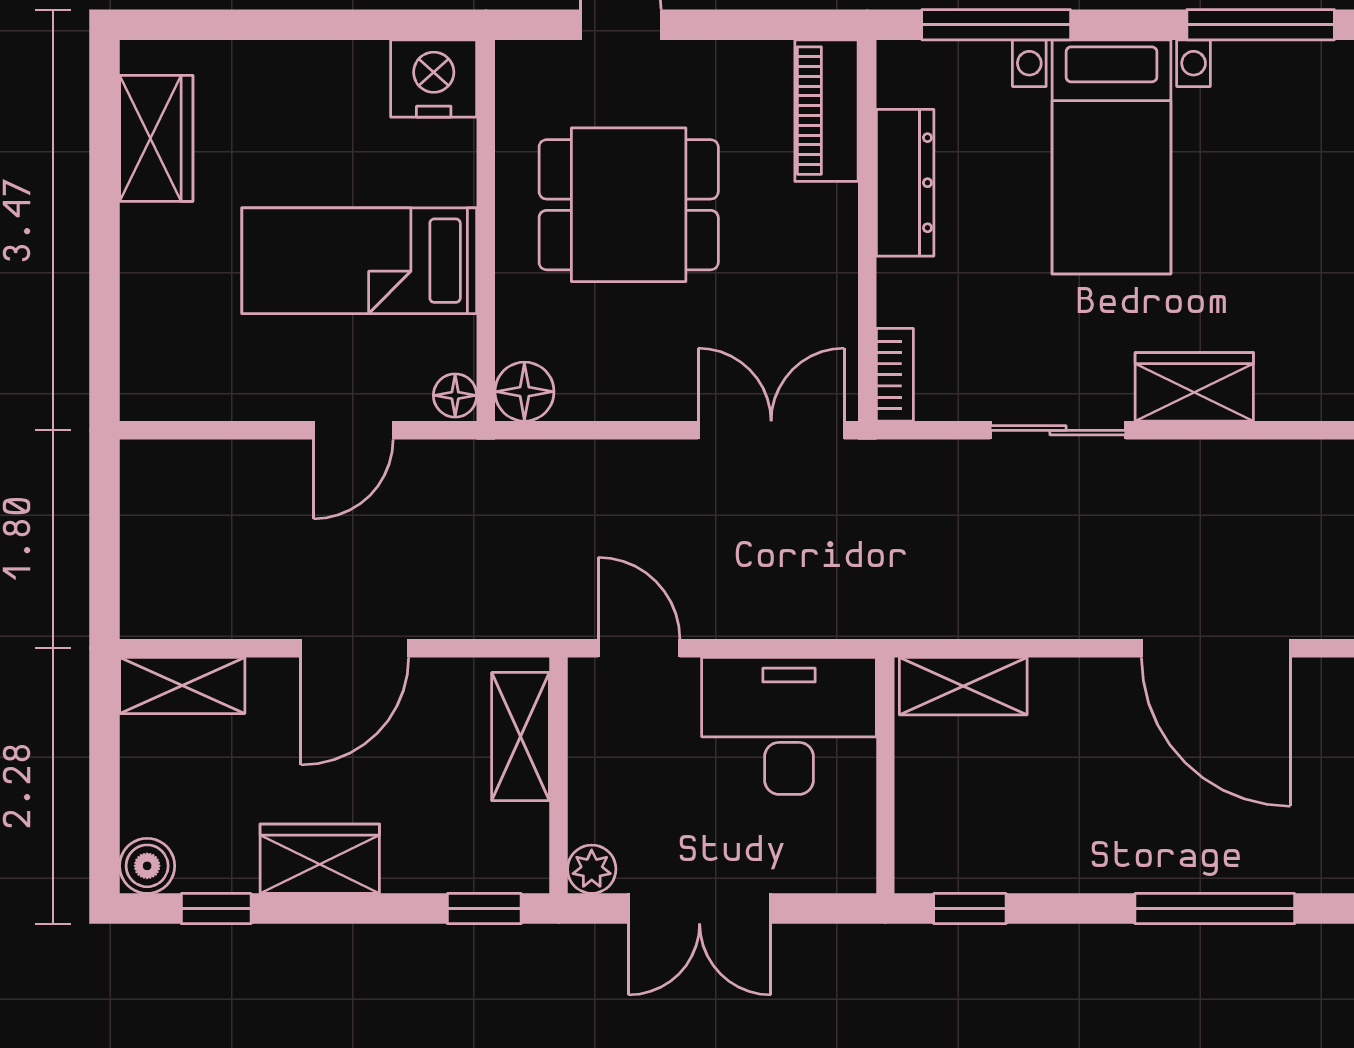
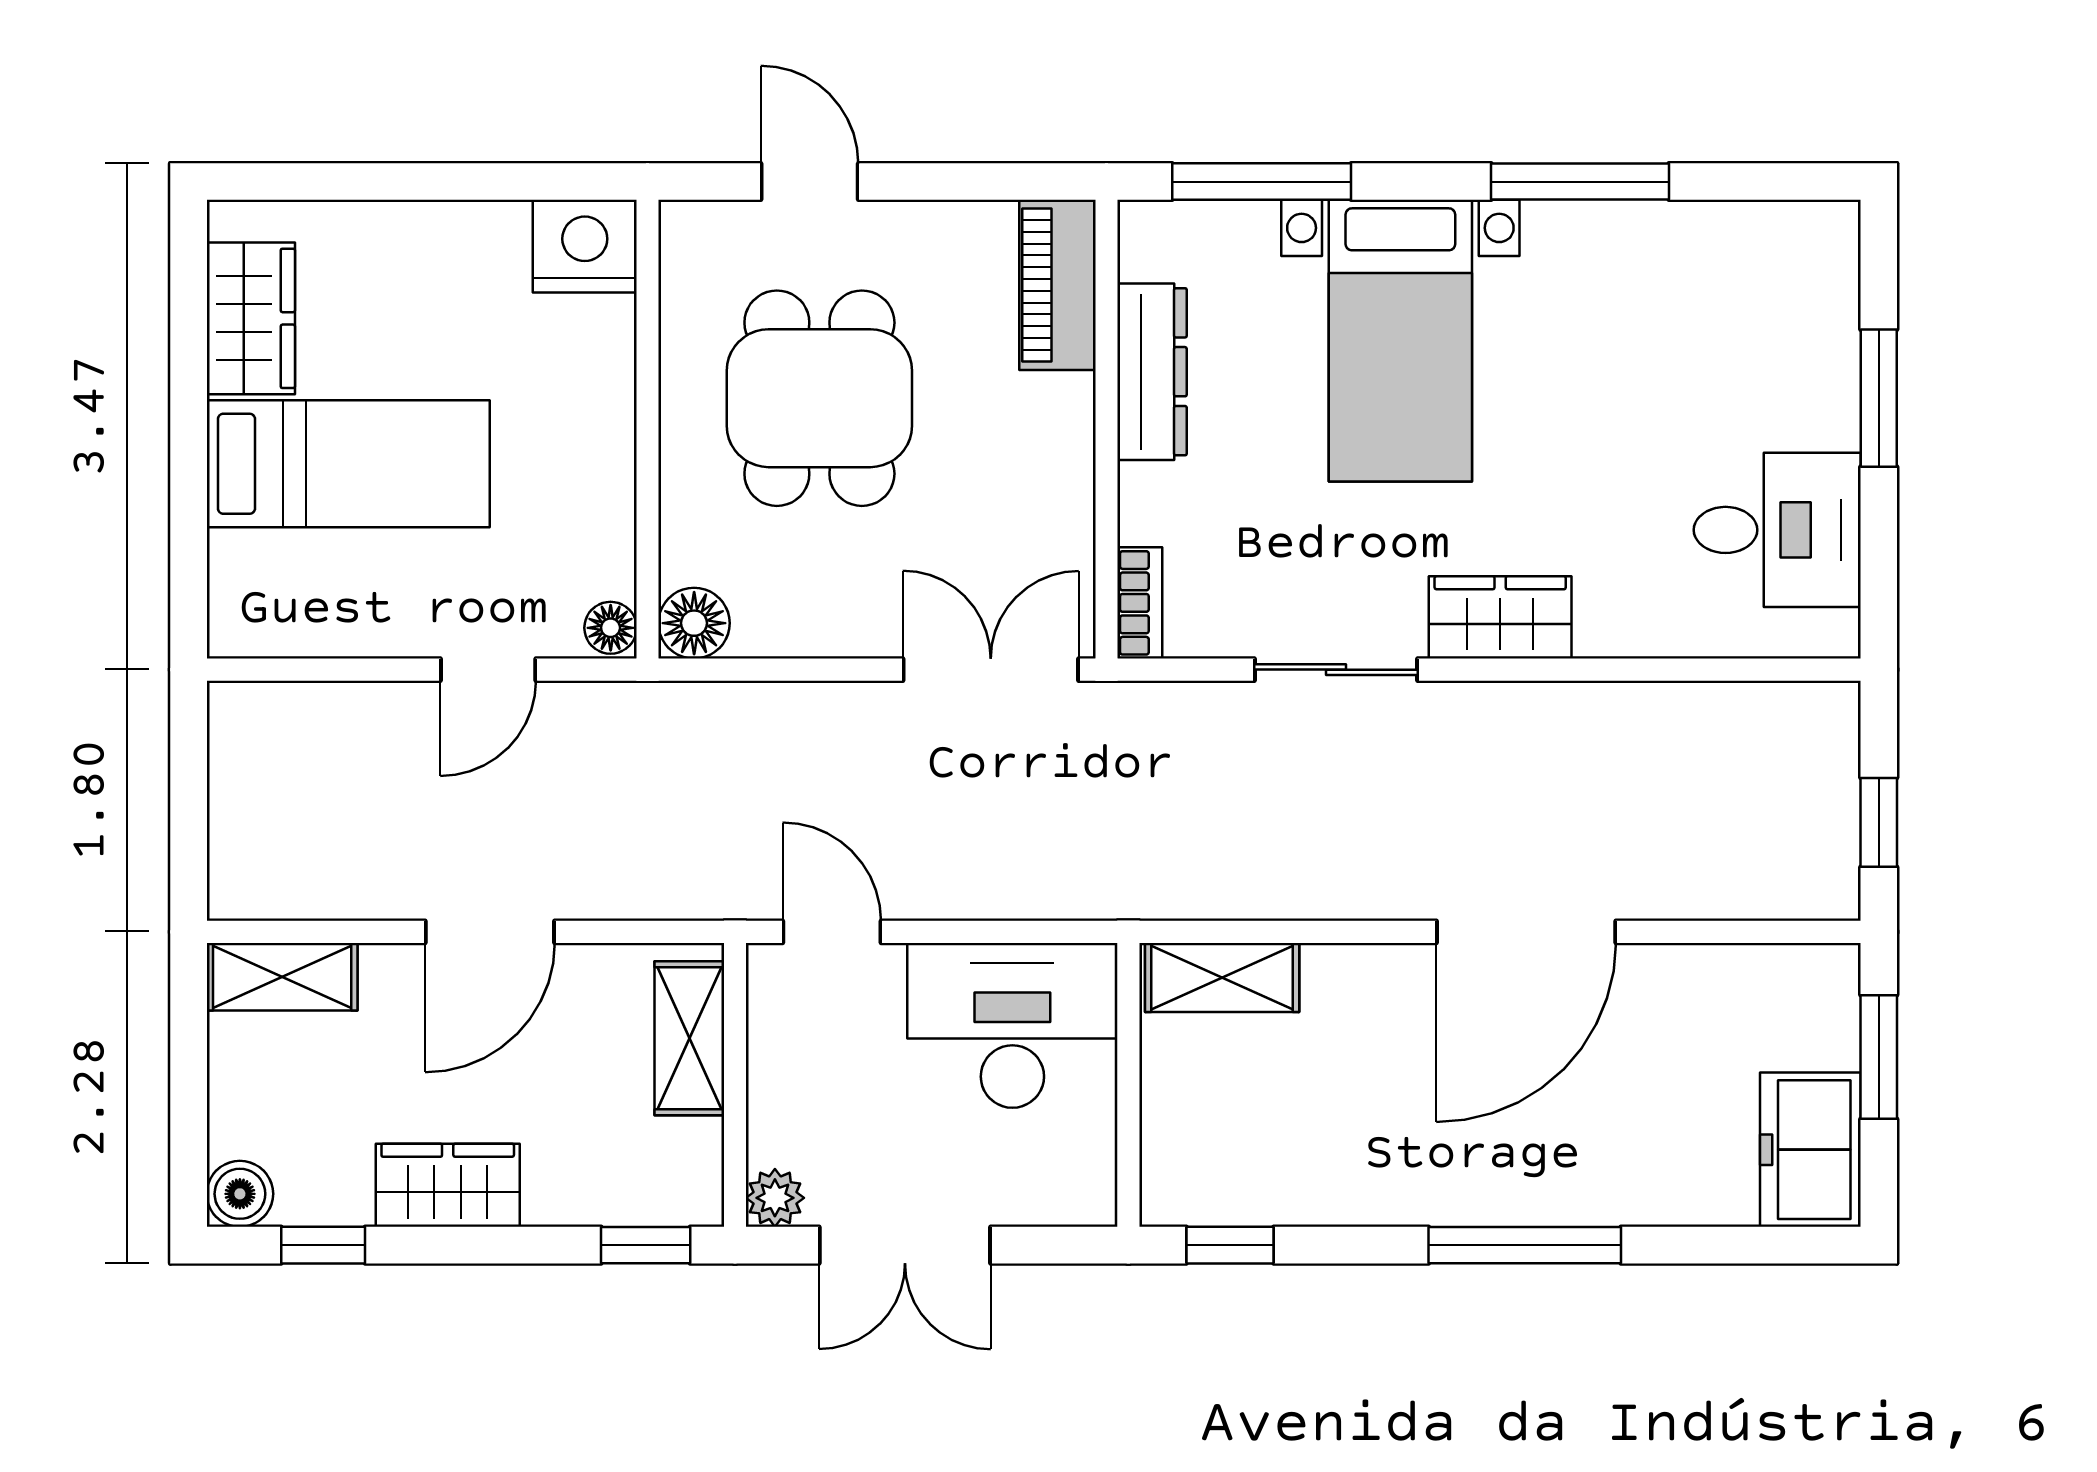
dining table: (629, 205) -> (819, 398), turned 90
bed: (359, 261) -> (348, 464), moved, turned 180
door: (1216, 648) -> (1526, 932), hinge flipped

